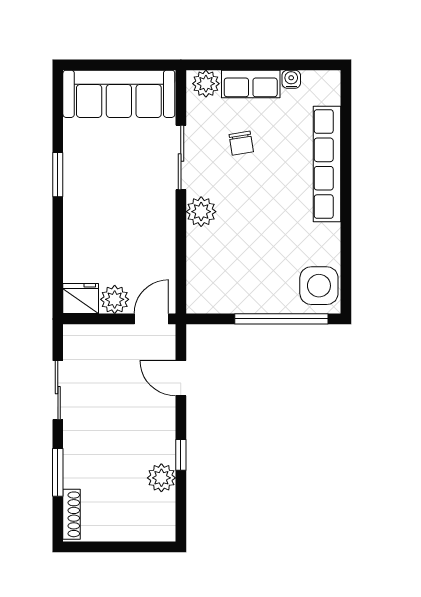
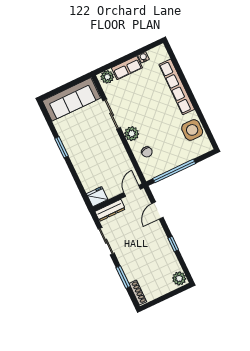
chair: (241, 143) -> (147, 152), moved
side table: (319, 286) -> (192, 130), moved
plant: (115, 299) -> (112, 190), removed
window: (281, 319) -> (174, 171), moved
dresser: (93, 336) -> (110, 210), added
door: (181, 378) -> (157, 210), hinge flipped
plant: (161, 478) -> (179, 278), moved

